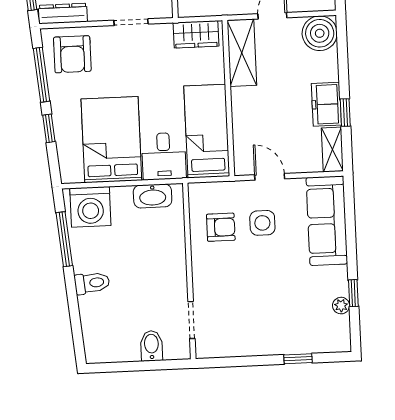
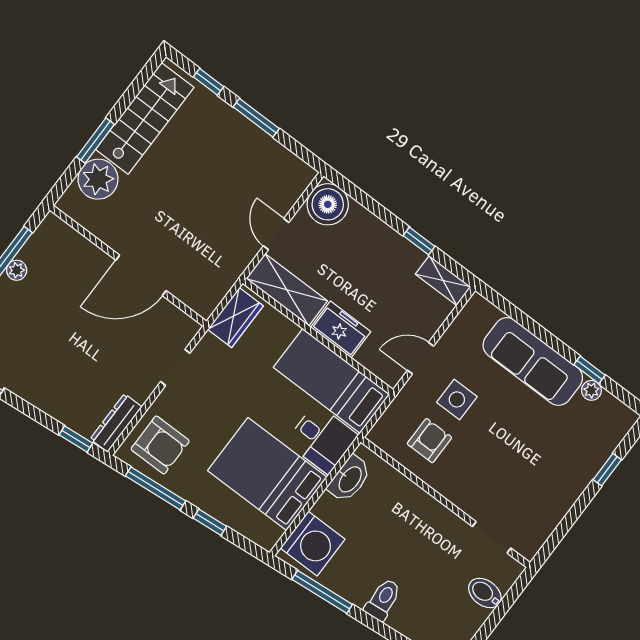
freezer: (326, 104) -> (341, 330), moved, turned 180
sofa: (327, 221) -> (533, 361), moved

